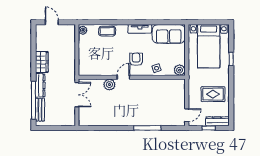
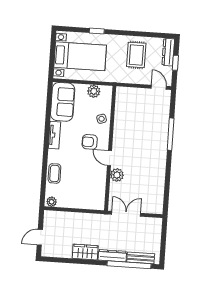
plant: (180, 70) -> (94, 91), moved

